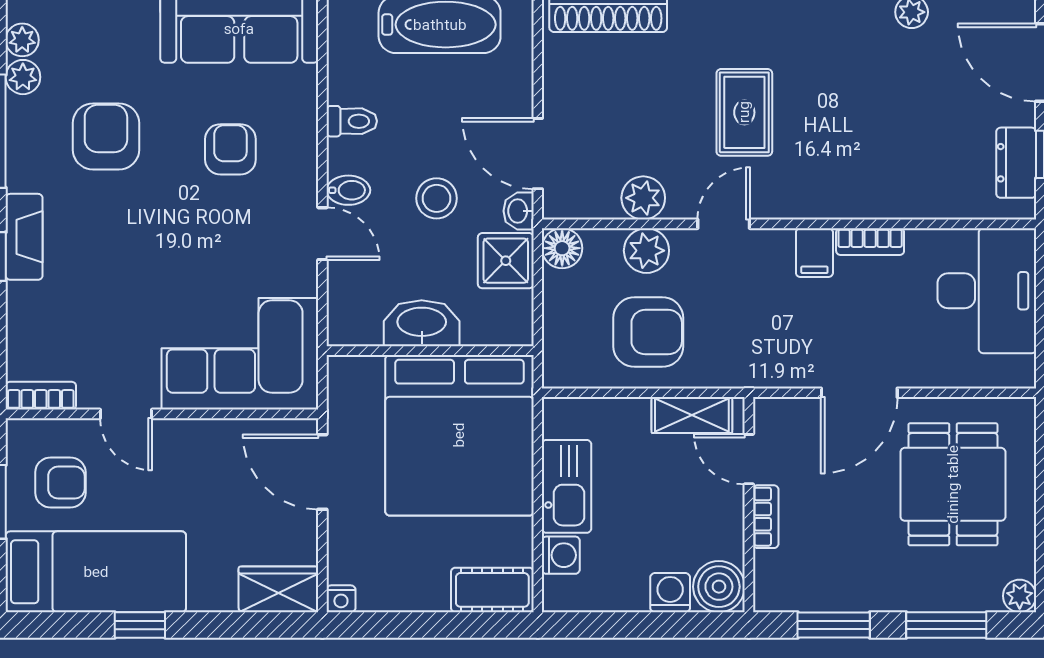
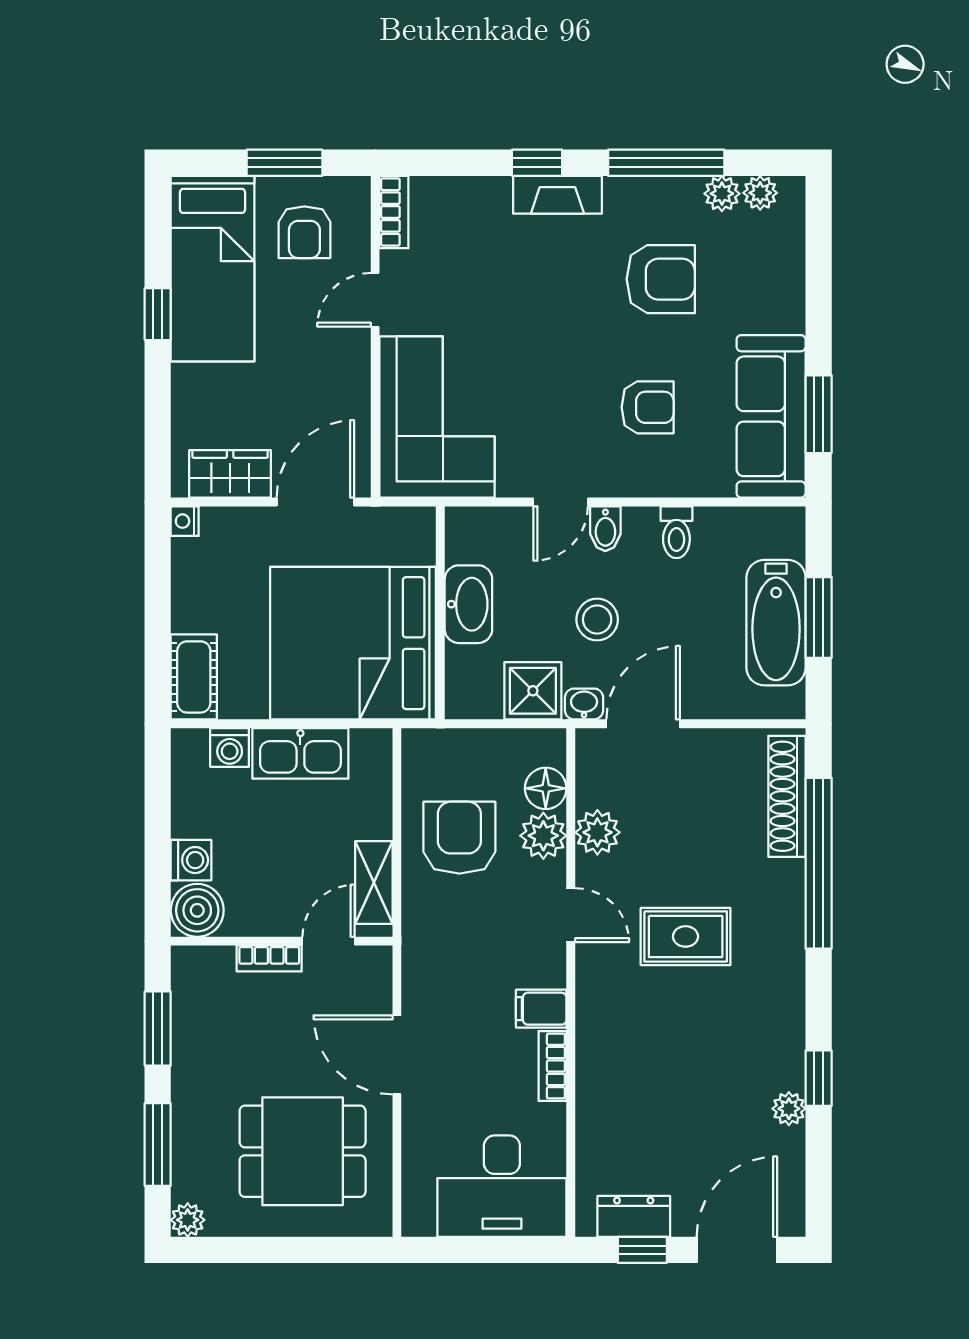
floor lamp: (562, 248) -> (546, 788), moved
armchair: (648, 332) -> (459, 838), turned 180
wardrobe: (278, 589) -> (230, 474), moved, turned -90

